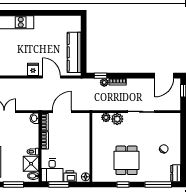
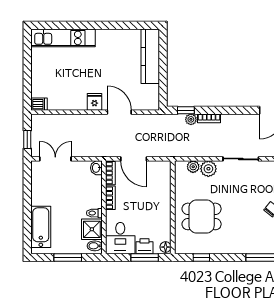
kitchen counter: (74, 52) -> (150, 56), moved
door: (62, 112) -> (134, 159), swing flipped
dining table: (127, 160) -> (202, 216), moved, turned 90
window: (59, 185) -> (145, 258), moved
window: (123, 185) -> (201, 258), moved

